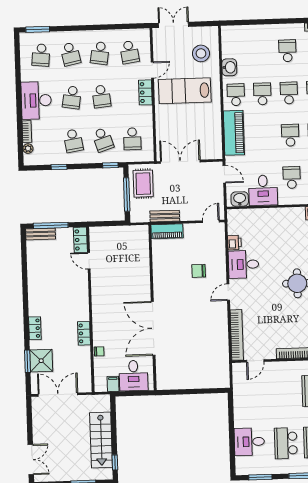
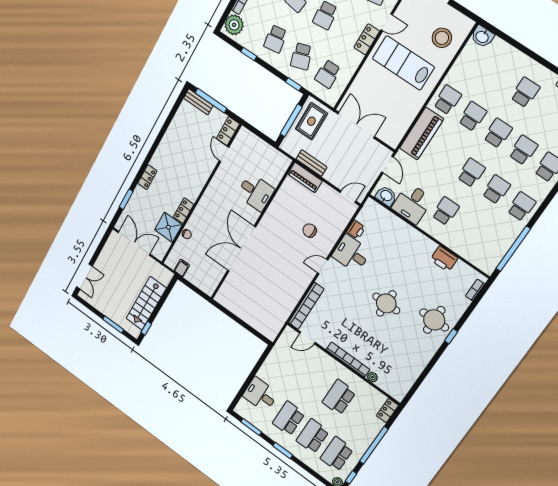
washbasin: (229, 67) -> (482, 37), moved, turned 90
plant: (28, 149) -> (234, 25), width x1.87, depth x1.87
shower: (41, 361) -> (168, 227), moved
desk: (134, 376) -> (256, 192), moved, turned -90

